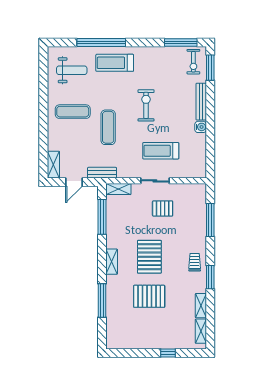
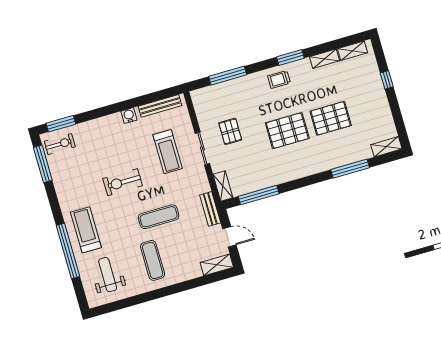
treadmill: (115, 63) -> (86, 230), turned 180
bench: (201, 102) -> (160, 106), moved
shelving: (112, 262) -> (386, 147), moved
pallet: (149, 296) -> (331, 118), turned 90

